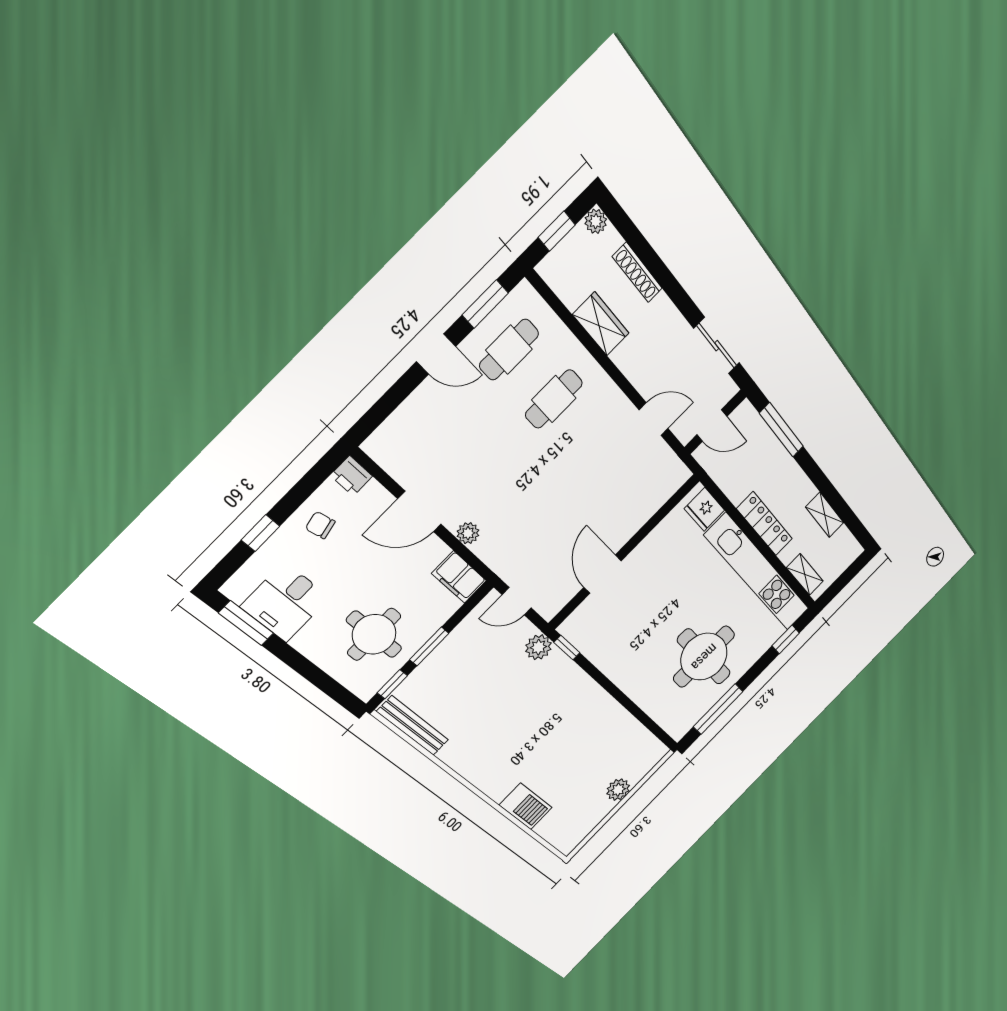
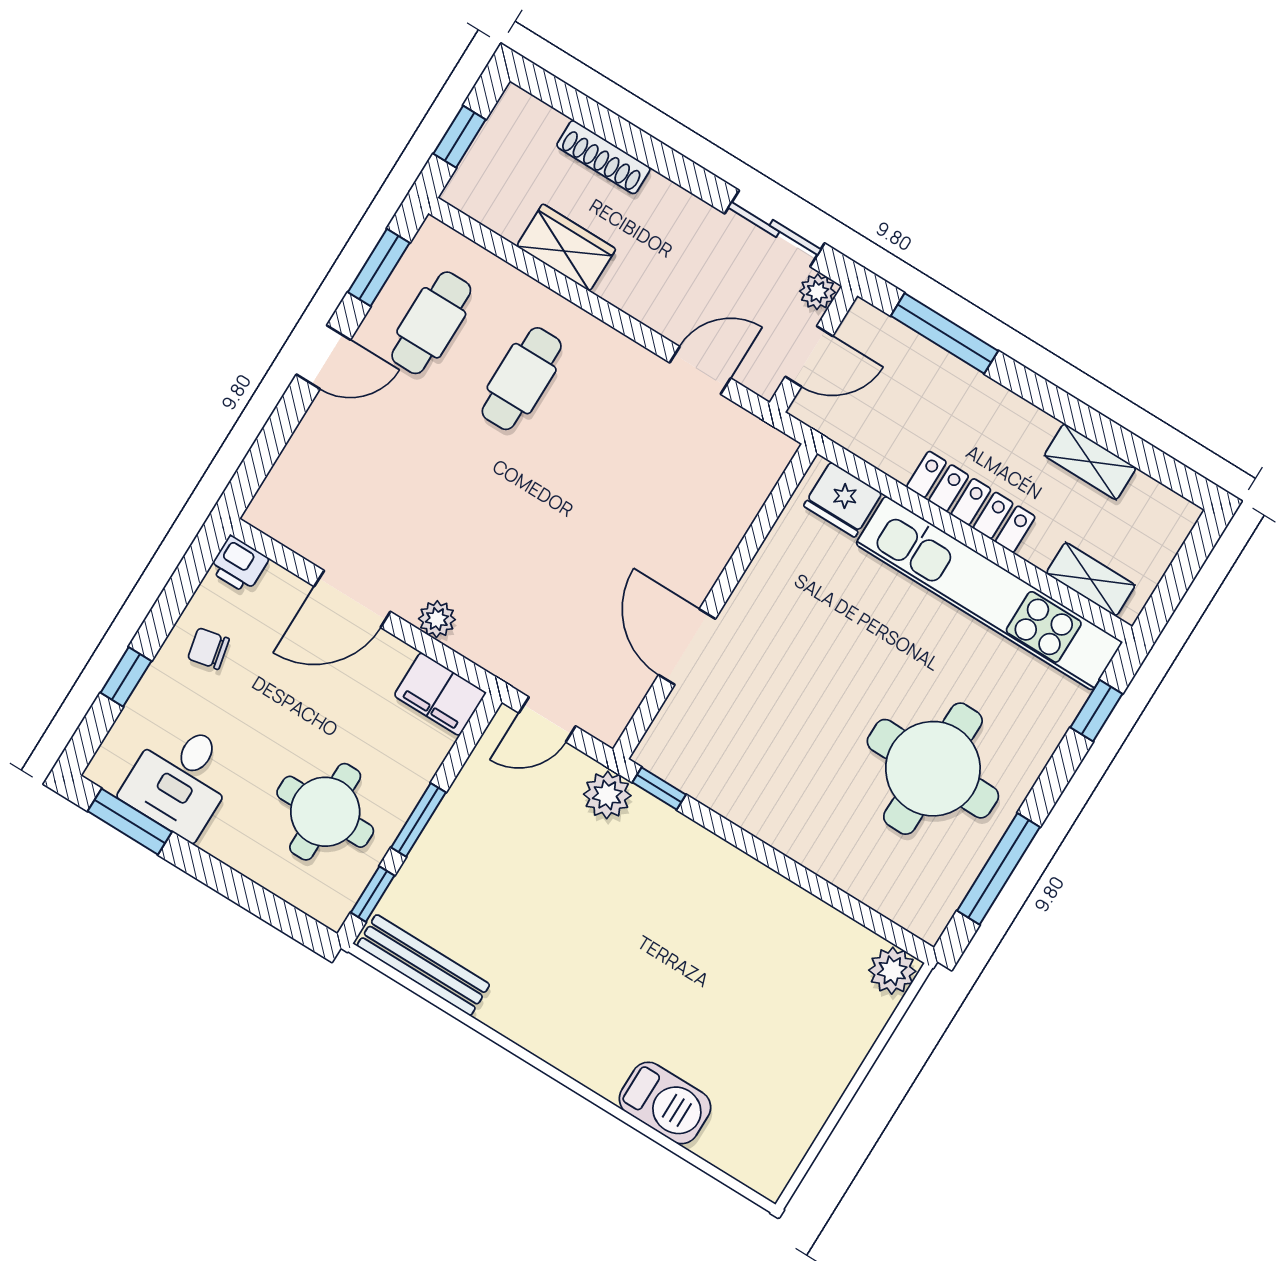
plant: (596, 221) -> (817, 292), moved
plant: (618, 790) -> (892, 971), moved

